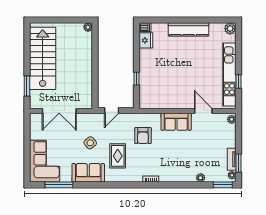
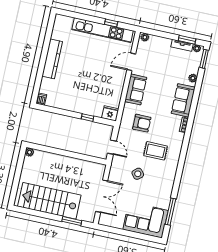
plant: (230, 29) -> (60, 20), removed
fridge: (146, 40) -> (110, 113), moved
sofa: (88, 173) -> (183, 100), moved

